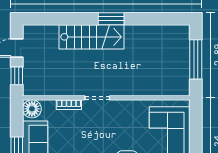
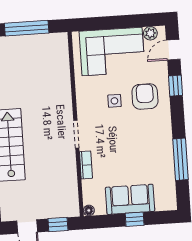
floor lamp: (32, 109) -> (89, 210), width x0.53, depth x0.53
side table: (125, 134) -> (114, 101), added

